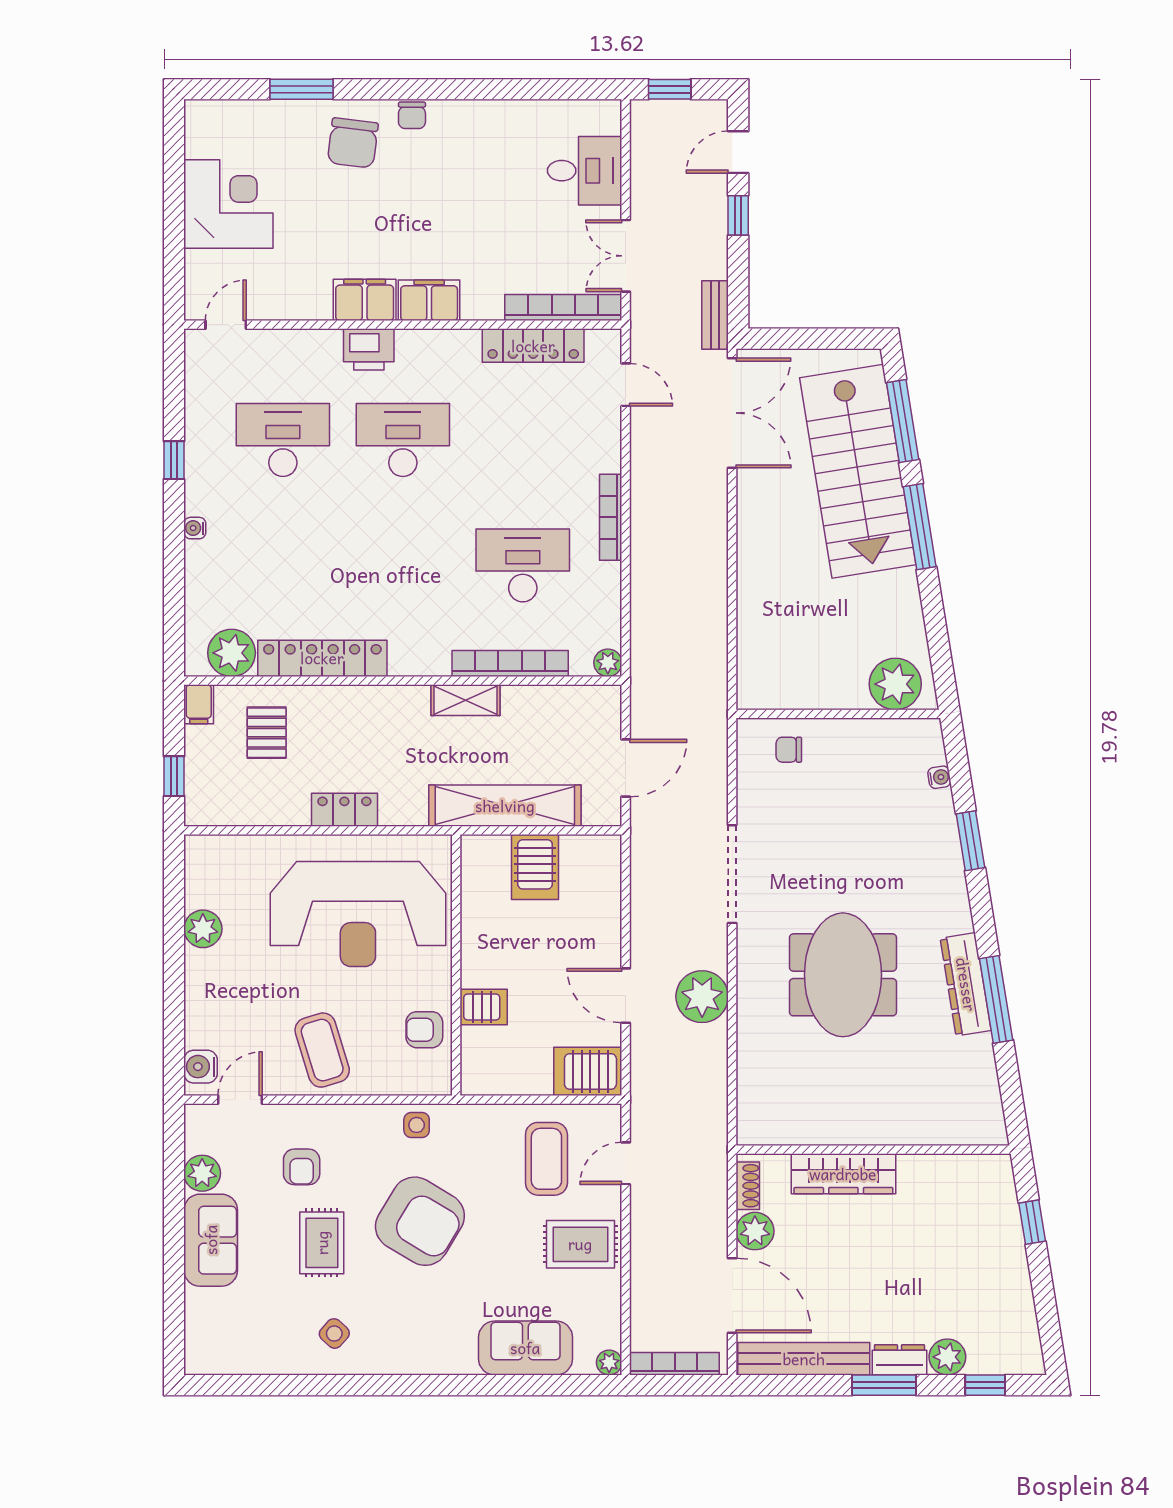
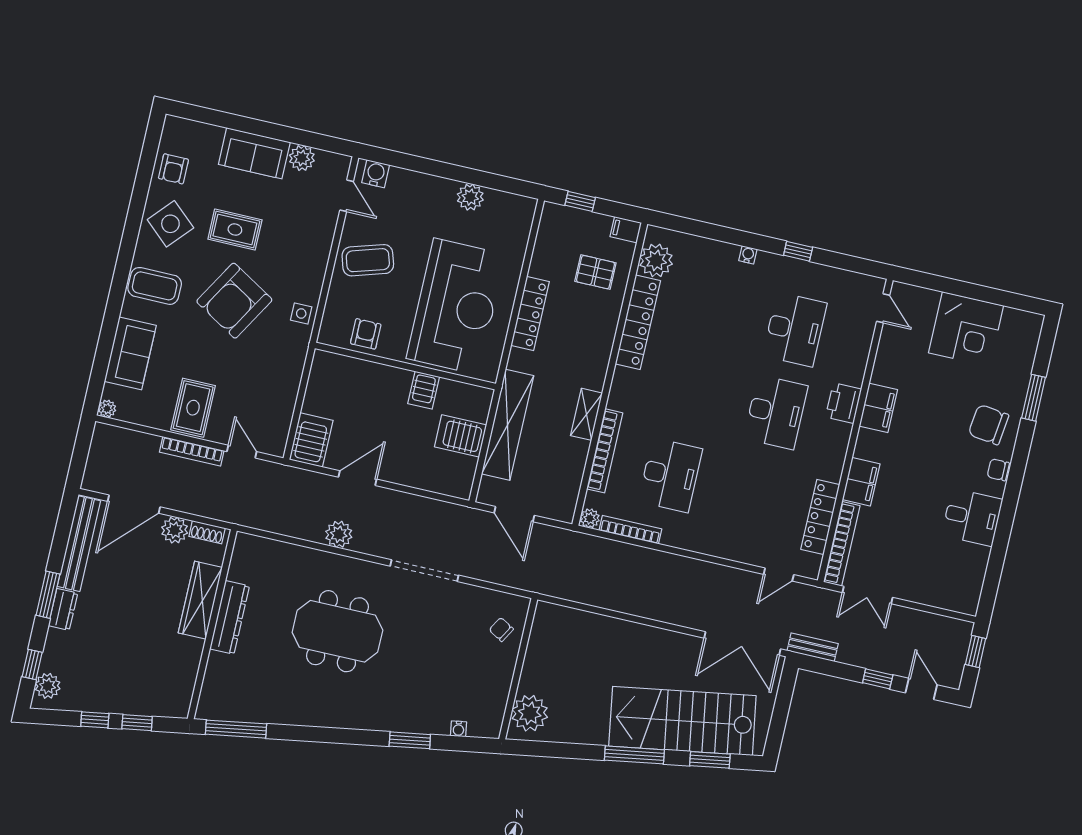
desk: (585, 171) -> (972, 517), moved, turned -90
double door: (626, 256) -> (868, 595), swing flipped
filing cabinet: (429, 300) -> (861, 482), moved
window: (903, 421) -> (710, 760), width x0.69
bookcase: (611, 517) -> (630, 530), moved
chair: (789, 750) -> (501, 629), turned -60
locker: (344, 810) -> (530, 314), width x1.53
reception desk: (358, 914) -> (456, 306), turned 180
dresser: (966, 984) -> (230, 617), moved, turned 99
plant: (702, 997) -> (339, 534), width x0.73, depth x0.73
window: (996, 999) -> (236, 729), moved
server rack: (484, 1007) -> (424, 390), moved
coffee table: (546, 1159) -> (155, 286), moved
armchair: (302, 1167) -> (173, 169), moved, turned -90
window: (1042, 1281) -> (95, 720), added
side table: (334, 1334) -> (170, 224), width x1.87, depth x1.87
plant: (947, 1357) -> (48, 686), moved
bookcase: (675, 1364) -> (192, 451), moved, turned 90

